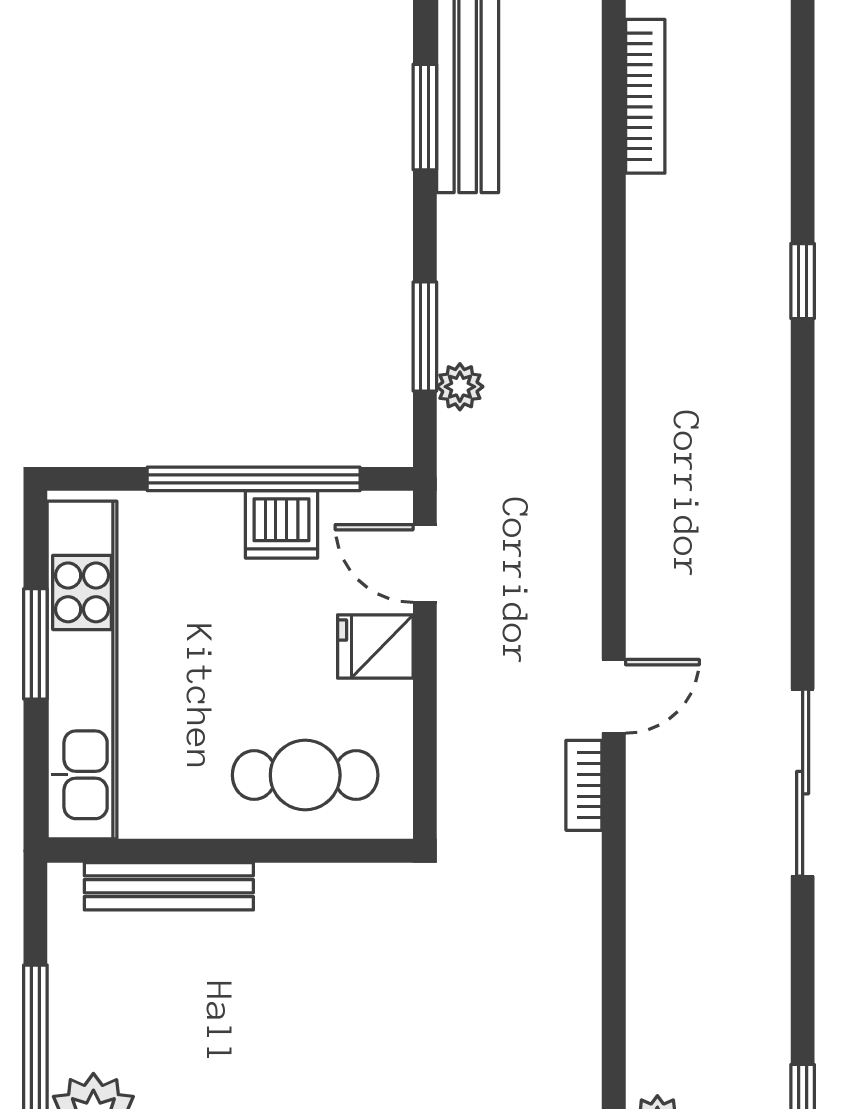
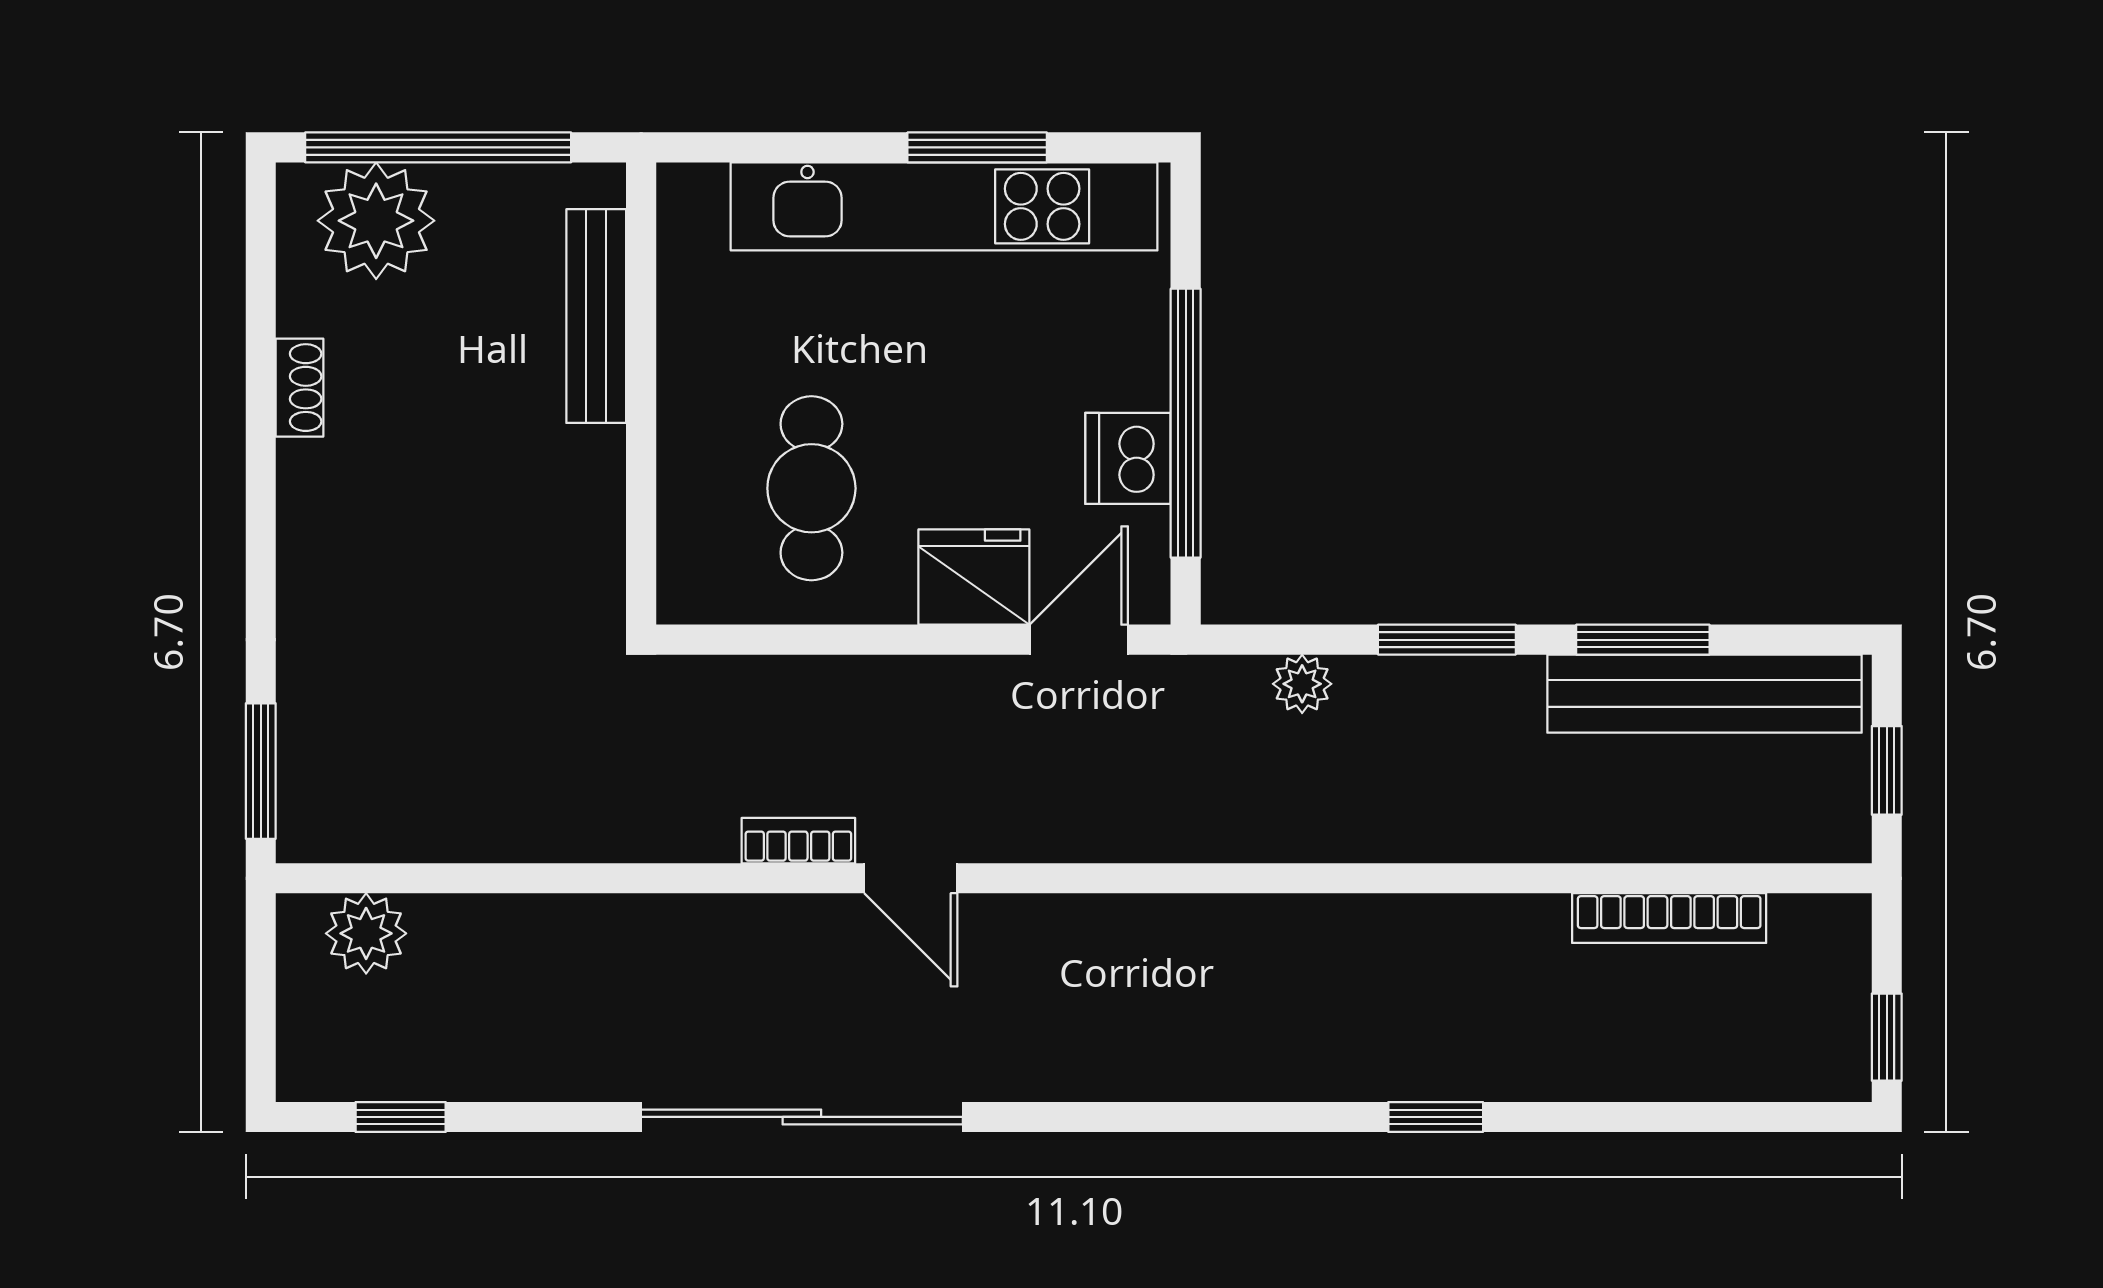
window: (425, 337) -> (1447, 640), moved
fridge: (375, 646) -> (974, 577), width x1.38
sliding door: (803, 783) -> (802, 1117), width x1.36
wall: (230, 851) -> (641, 393), moved
bench: (169, 886) -> (596, 316), moved

